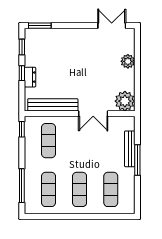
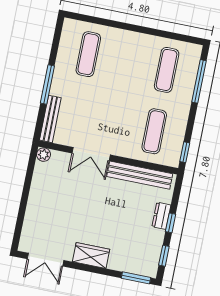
wardrobe: (78, 36) -> (91, 255), added
plant: (128, 61) -> (34, 211), removed
plant: (125, 101) -> (44, 155), width x0.53, depth x0.53
double door: (93, 114) -> (91, 154), swing flipped
bench: (130, 149) -> (50, 119), moved
exercise mat: (80, 189) -> (127, 62), removed

